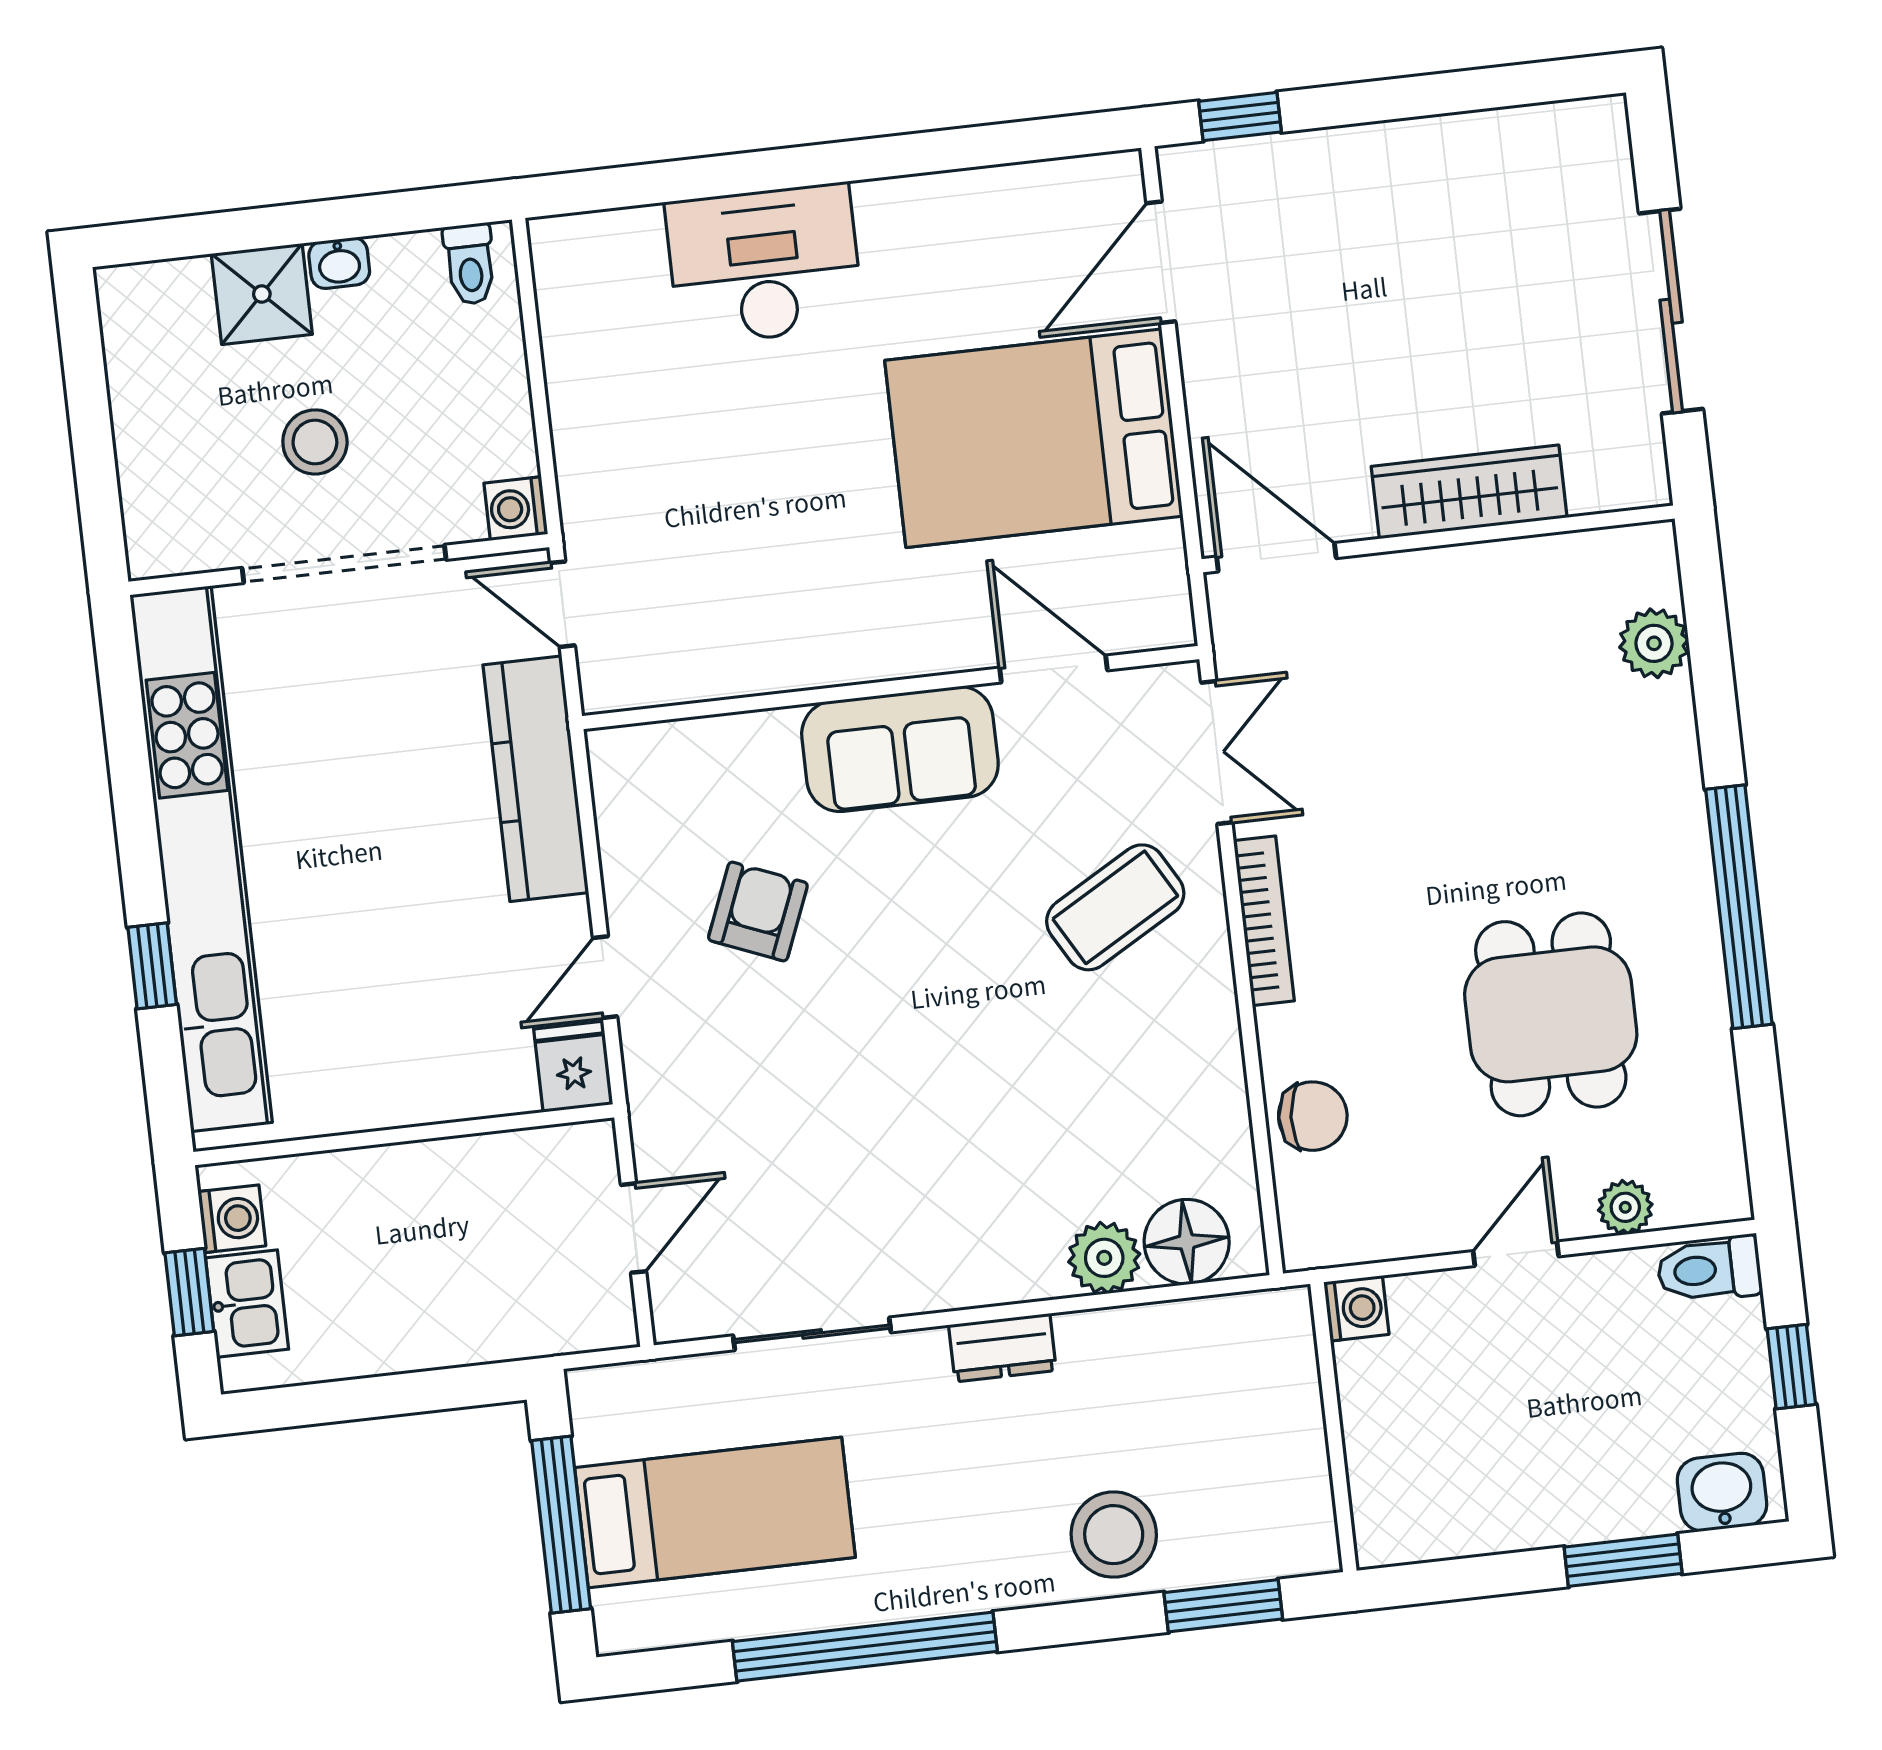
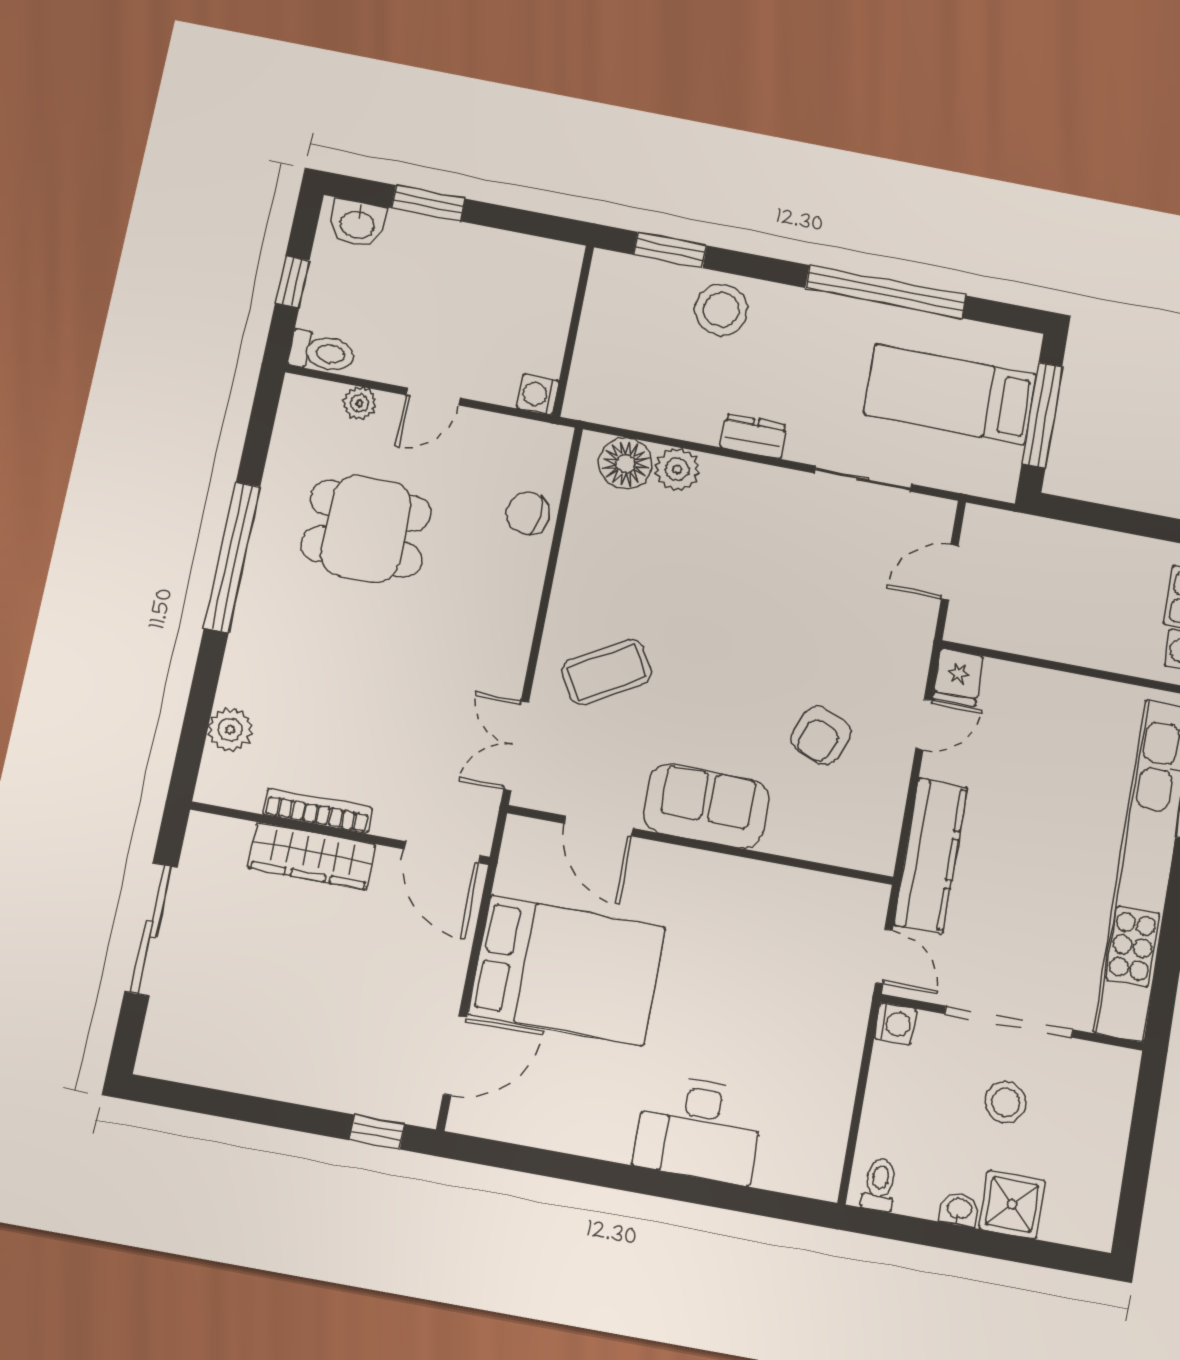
bookcase: (1264, 921) -> (318, 811), moved, turned 90
dining table: (1551, 1014) -> (366, 529), turned 90

